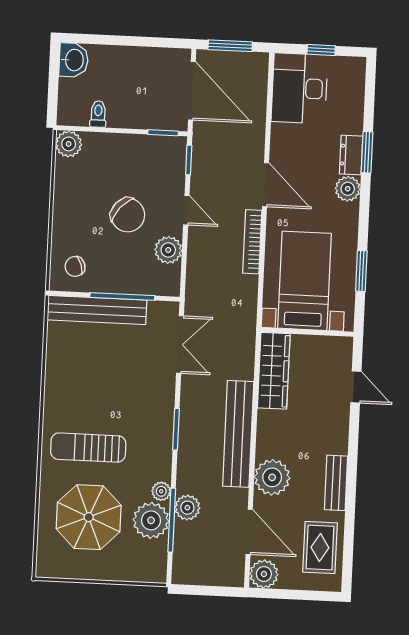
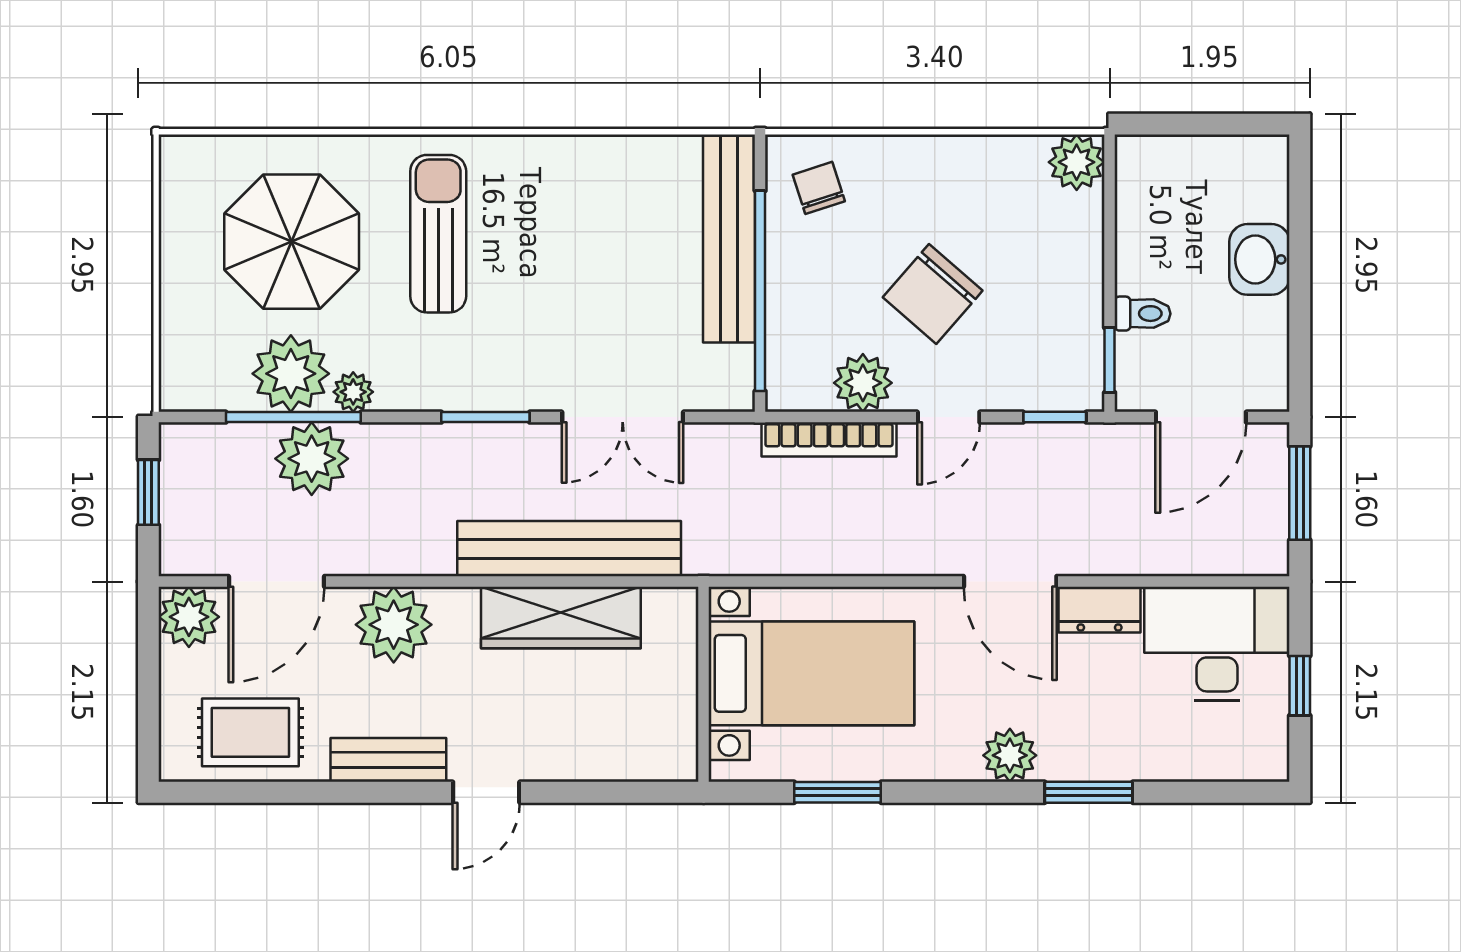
washbasin: (74, 60) -> (1259, 259), moved, turned 90
door: (192, 91) -> (1201, 417), width x0.73
toilet: (98, 114) -> (1143, 314), moved
dresser: (351, 155) -> (1100, 610), moved, turned 180
door: (265, 185) -> (1010, 582), hinge flipped
bookcase: (252, 242) -> (829, 439), moved, turned 180
window: (122, 297) -> (760, 291), width x1.46
double door: (180, 345) -> (623, 417), moved
wardrobe: (274, 371) -> (561, 618), moved
door: (356, 387) -> (486, 792), moved
bench: (238, 434) -> (569, 549), moved
plant: (187, 508) -> (312, 459), width x1.36, depth x1.36
window: (204, 590) -> (148, 492), added

